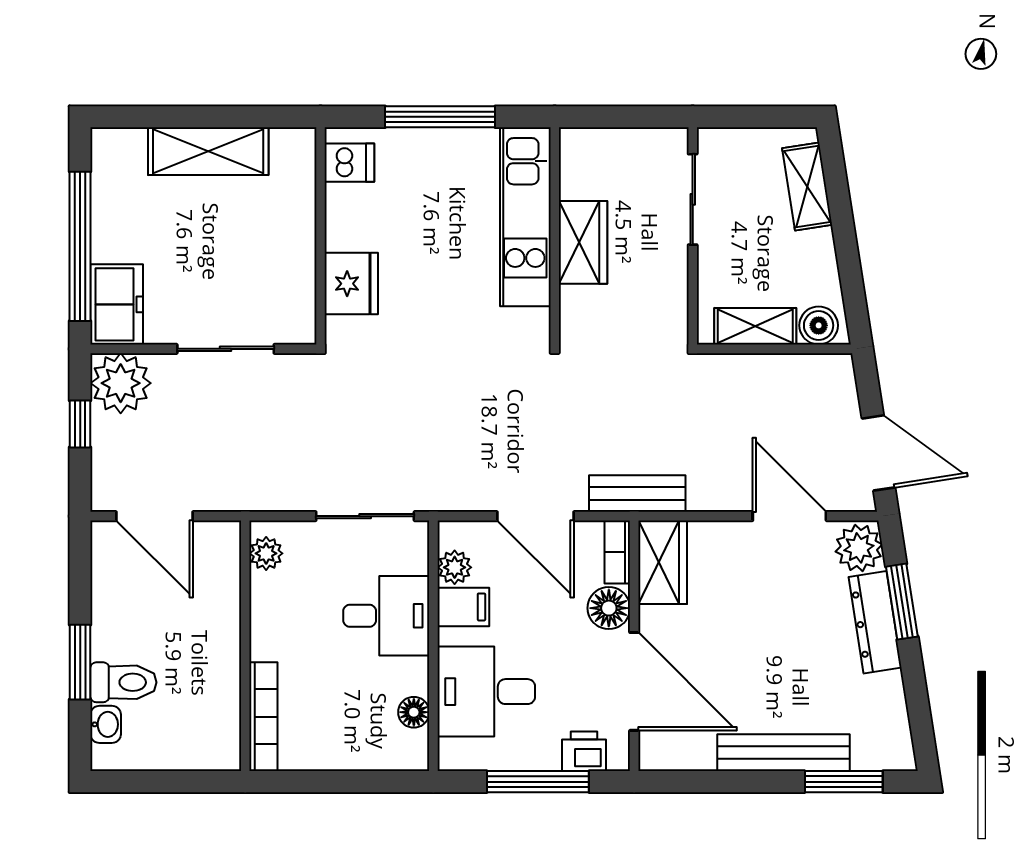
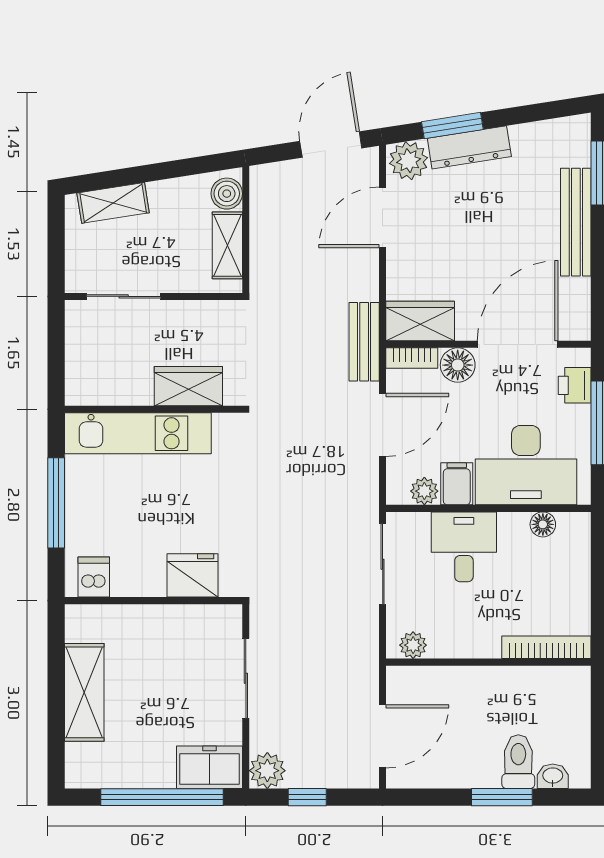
wardrobe: (583, 242) -> (188, 386), moved
plant: (121, 383) -> (267, 771), width x0.73, depth x0.73
desk: (486, 692) -> (526, 465), width x1.37

